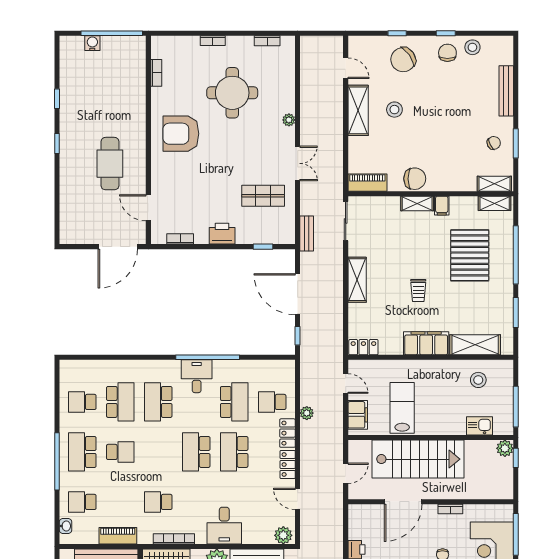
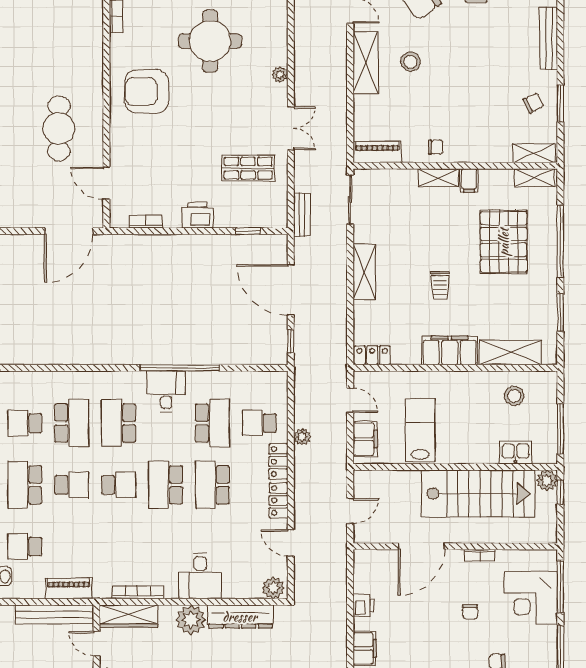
chair: (415, 179) -> (436, 147), width x0.54, depth x0.54
stairs: (418, 459) -> (478, 494), moved
school desk: (158, 502) -> (119, 485), moved, turned 180

